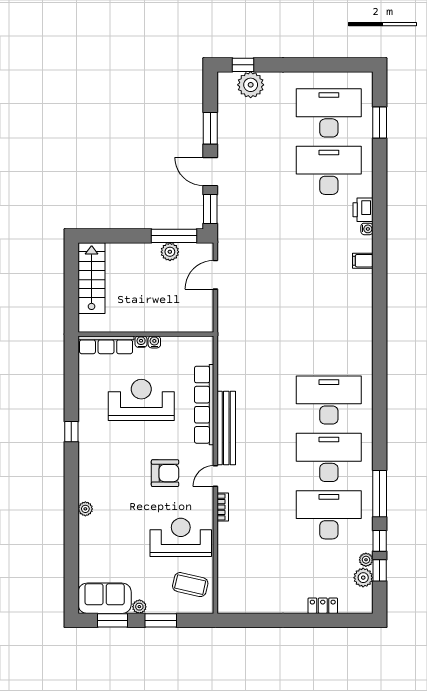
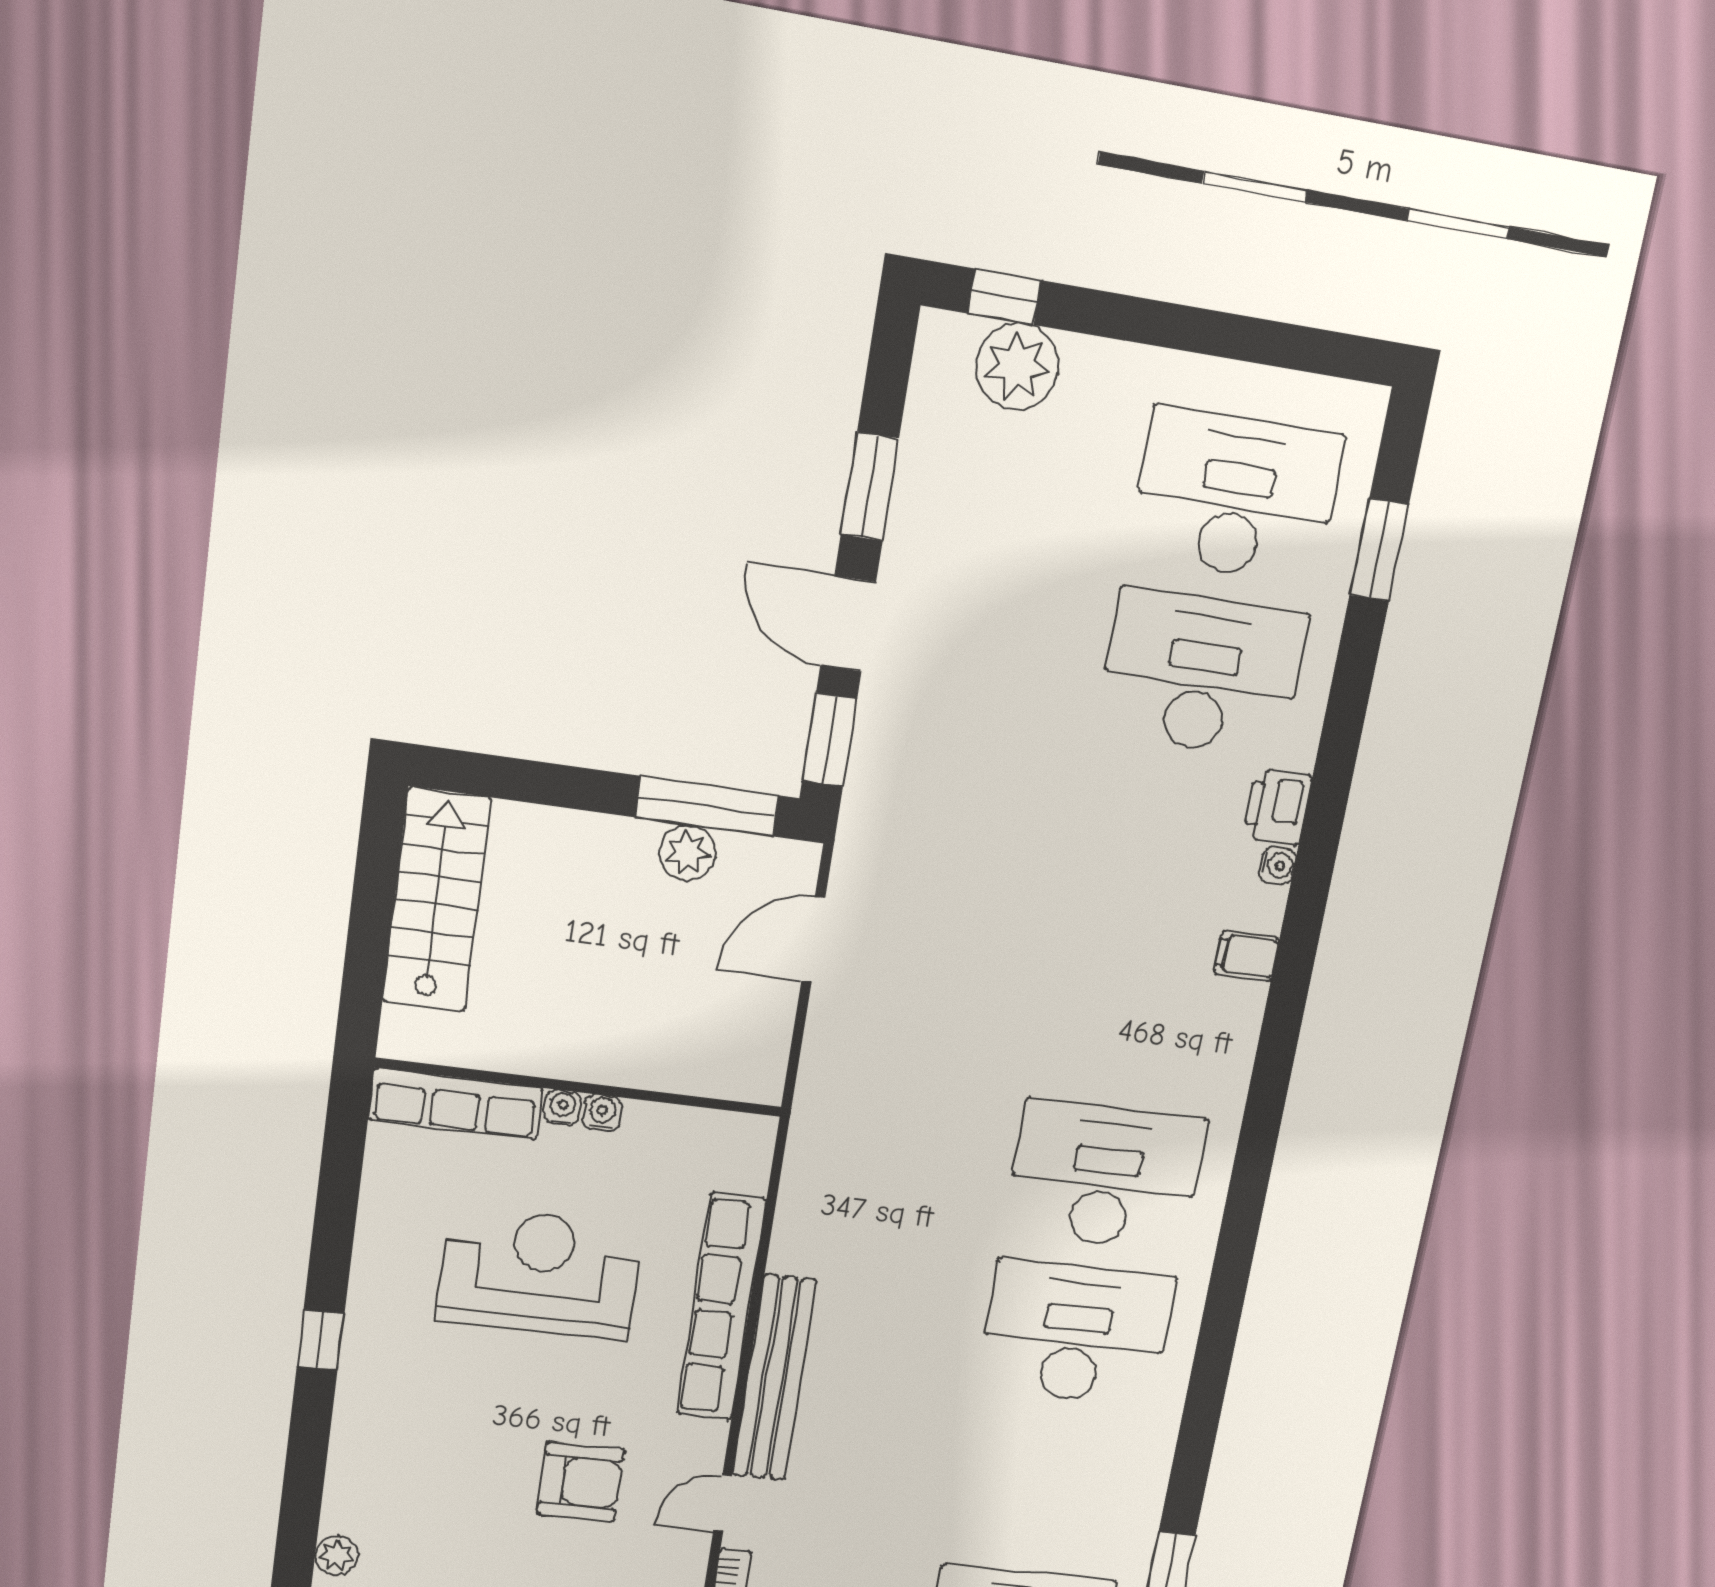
desk: (329, 457) -> (1106, 1176), moved

